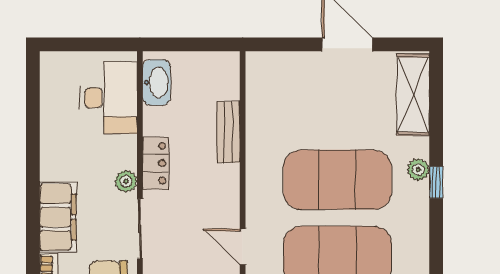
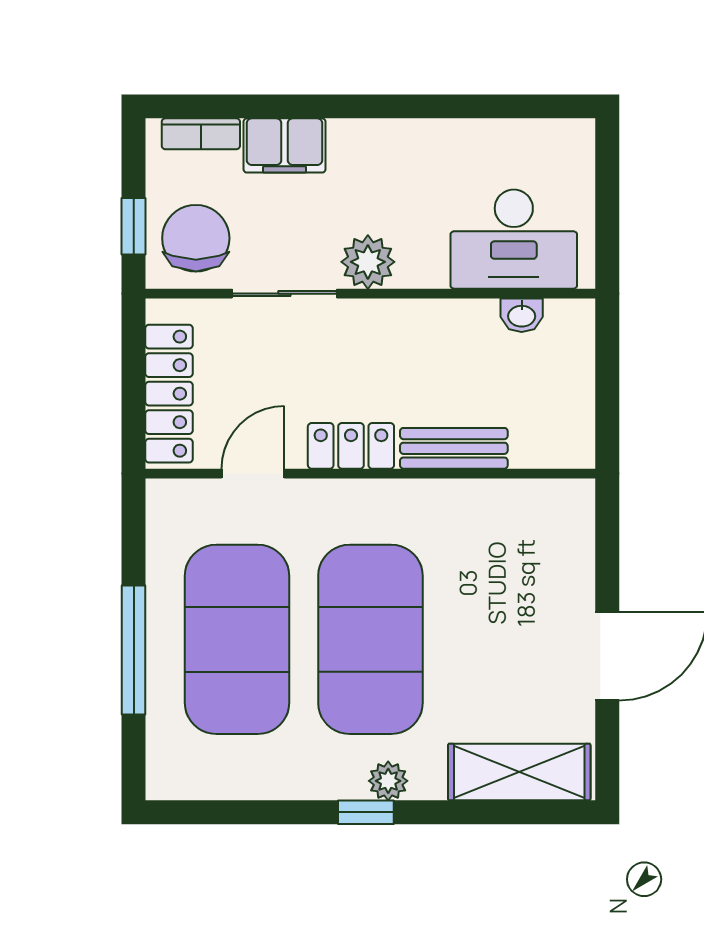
washbasin: (157, 82) -> (522, 315), width x0.52, depth x0.69
locker: (156, 163) -> (351, 446), moved, turned 180
plant: (126, 181) -> (368, 262), width x1.38, depth x1.38
filing cabinet: (58, 217) -> (285, 145), width x0.67, depth x0.86

